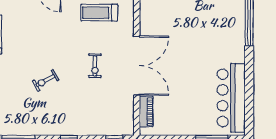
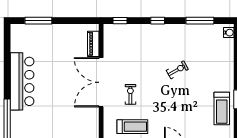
exercise bike: (95, 66) -> (130, 94), moved
bar counter: (231, 98) -> (22, 81), moved

